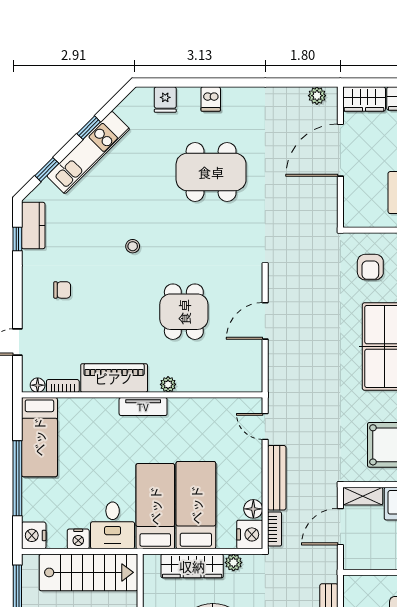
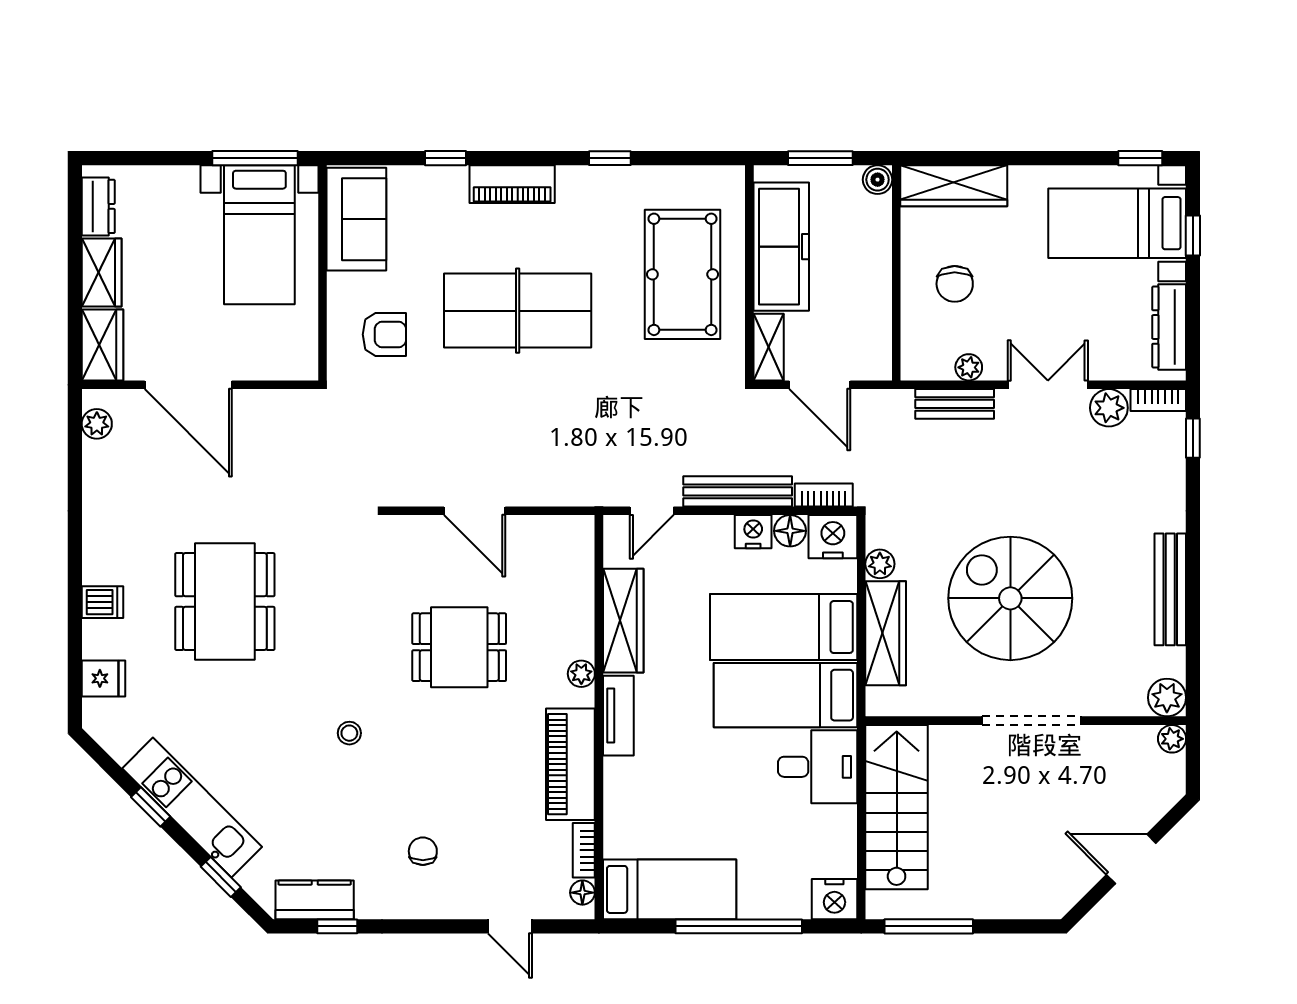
wardrobe: (200, 409) -> (623, 621), added
nightstand: (78, 539) -> (753, 532), moved, turned -90

